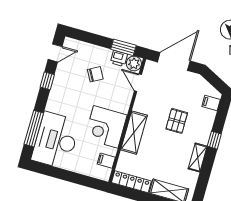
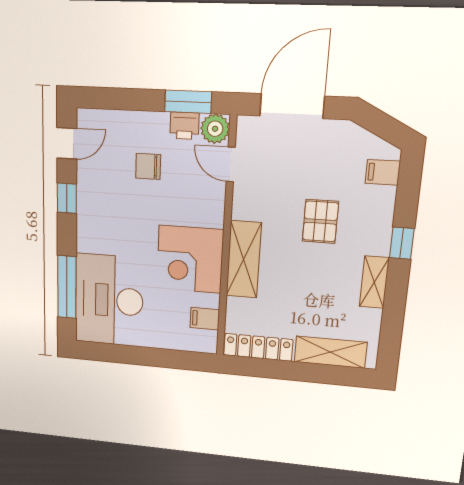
chair: (95, 74) -> (148, 166), turned -151

